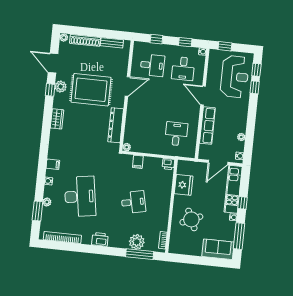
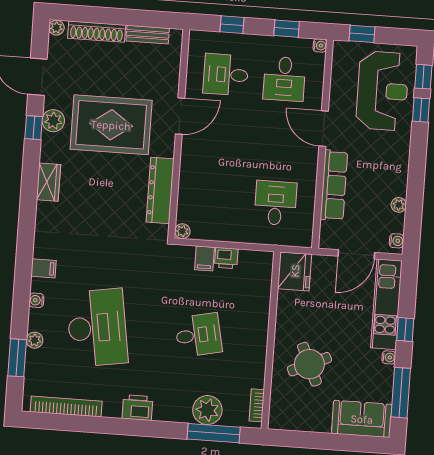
desk: (152, 65) -> (226, 75), turned 180
printer: (168, 164) -> (226, 258), moved
fridge: (184, 185) -> (295, 271), moved

